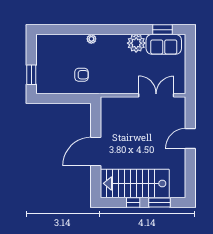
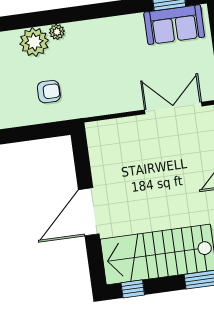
plant: (136, 43) -> (34, 42), moved
window: (133, 202) -> (133, 289), moved

